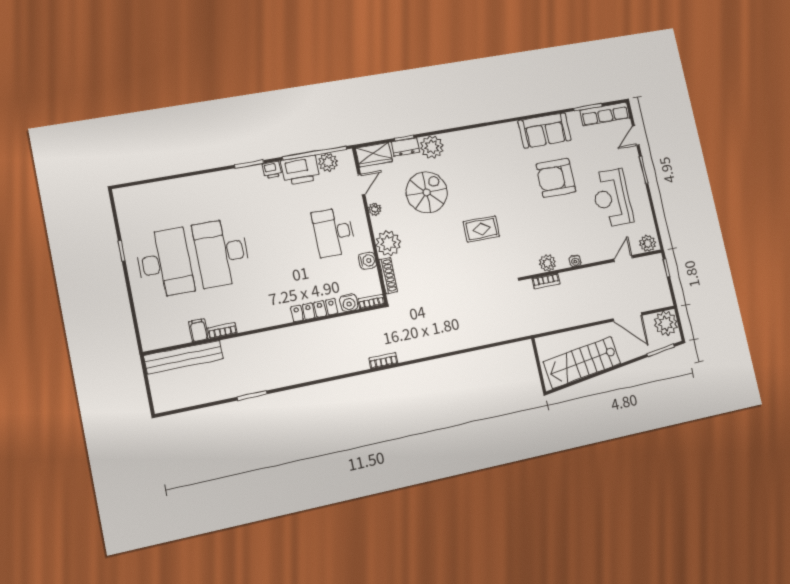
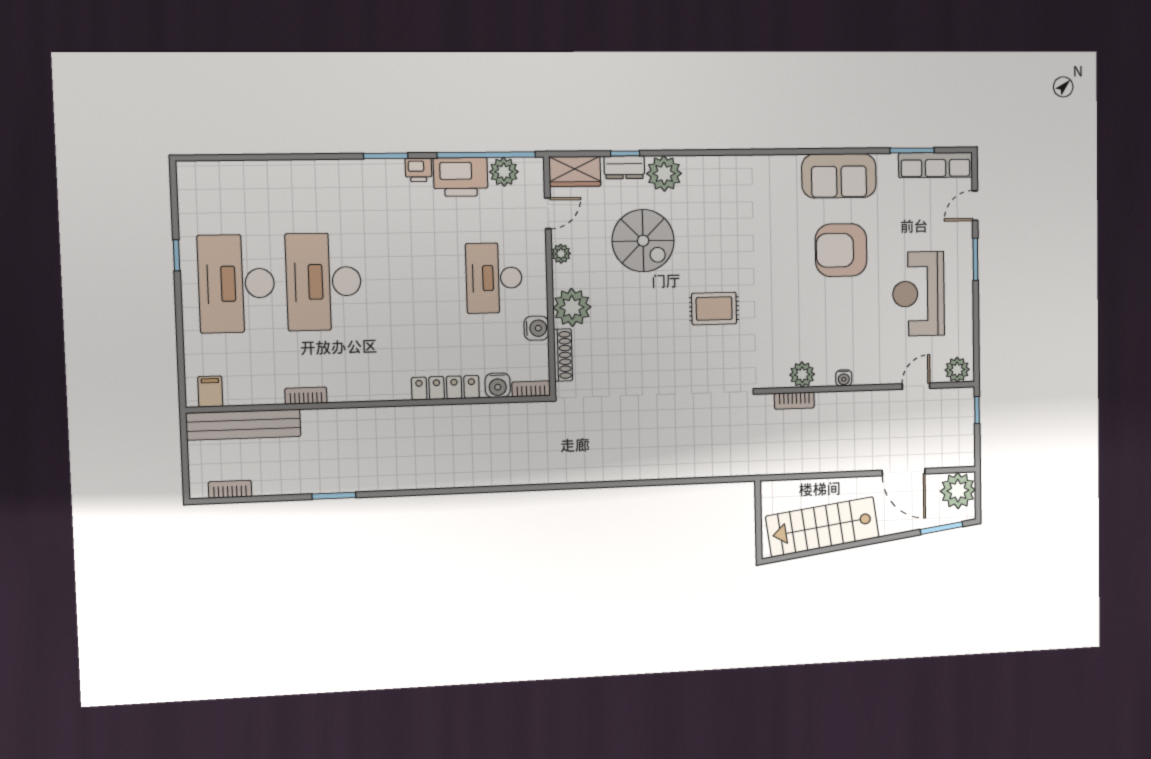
spiral stairs: (427, 192) -> (643, 241), turned 90
desk: (164, 263) -> (236, 284), turned 180
filing cabinet: (198, 330) -> (210, 392), moved
bookcase: (383, 361) -> (230, 489), moved

